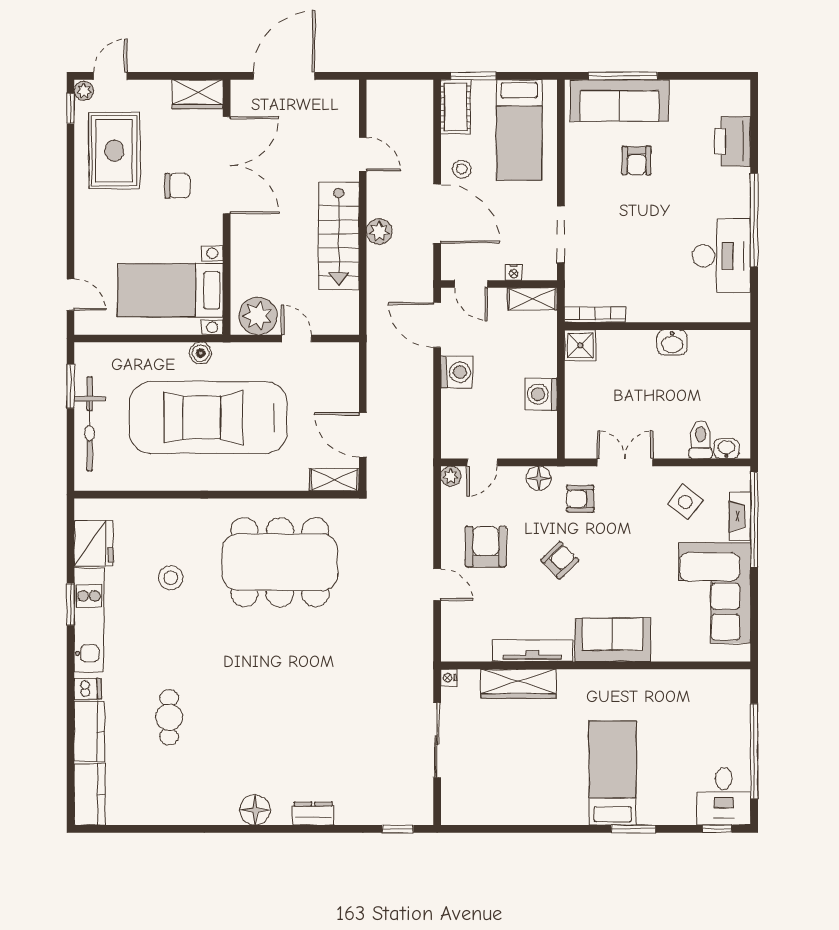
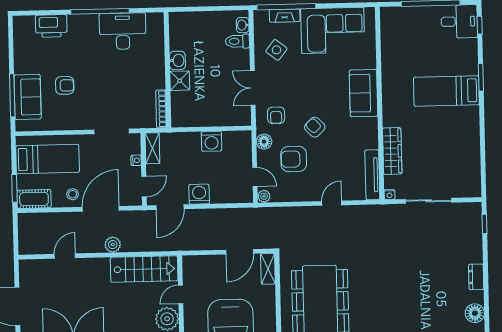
sofa: (619, 101) -> (28, 97), width x0.73
stairs: (339, 236) -> (144, 269), moved
shower: (580, 345) -> (180, 81), moved
armchair: (486, 546) -> (294, 159), moved
tv unit: (532, 651) -> (372, 175), moved

